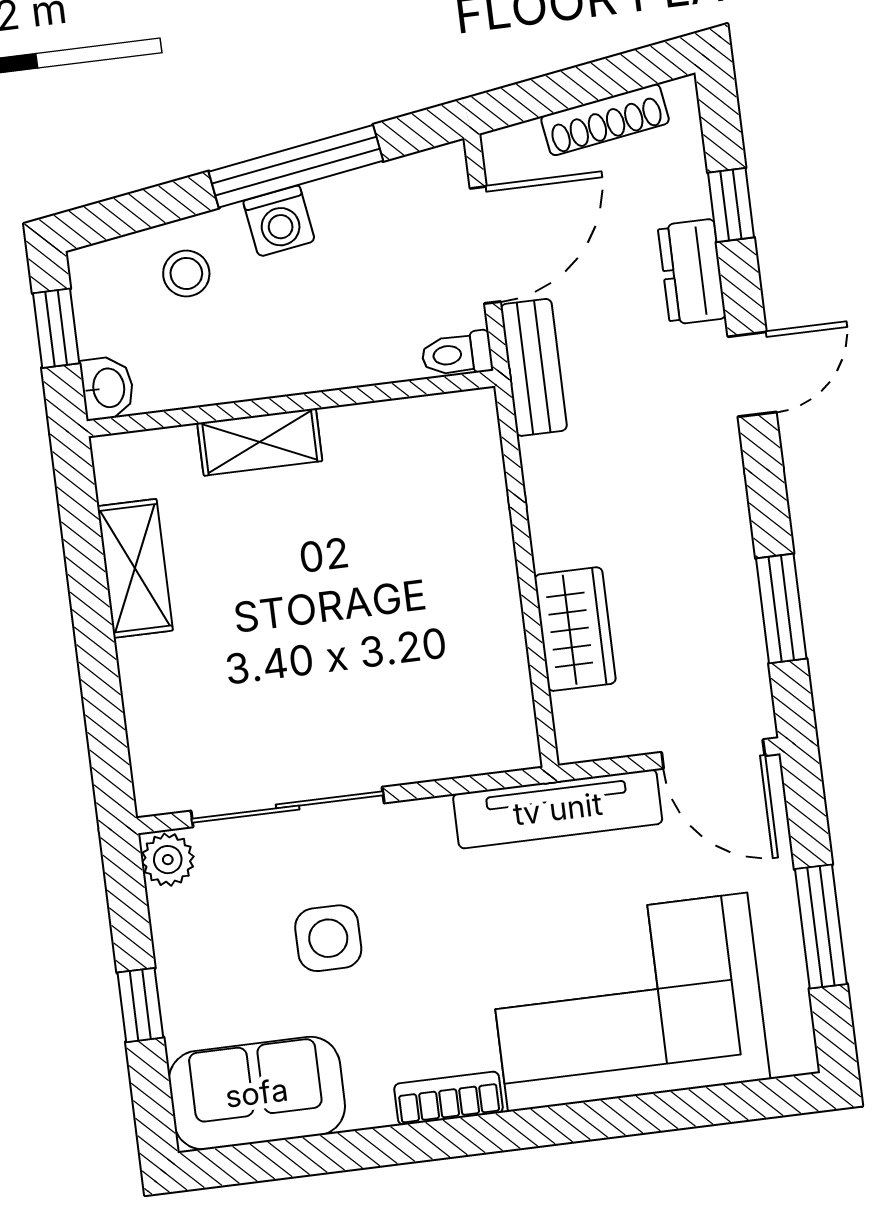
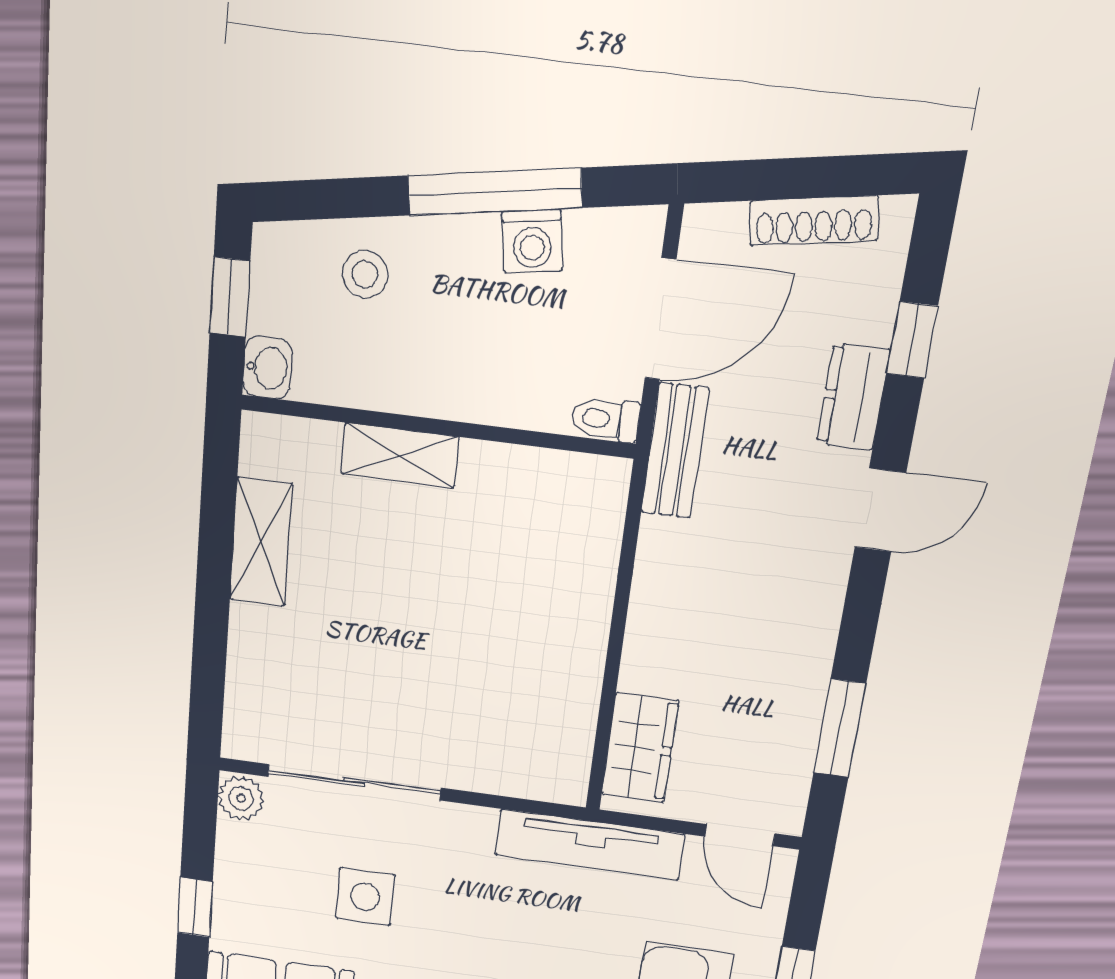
washing machine: (279, 221) -> (532, 241), moved
wardrobe: (575, 629) -> (640, 748), moved
door: (713, 754) -> (740, 835), width x0.73

